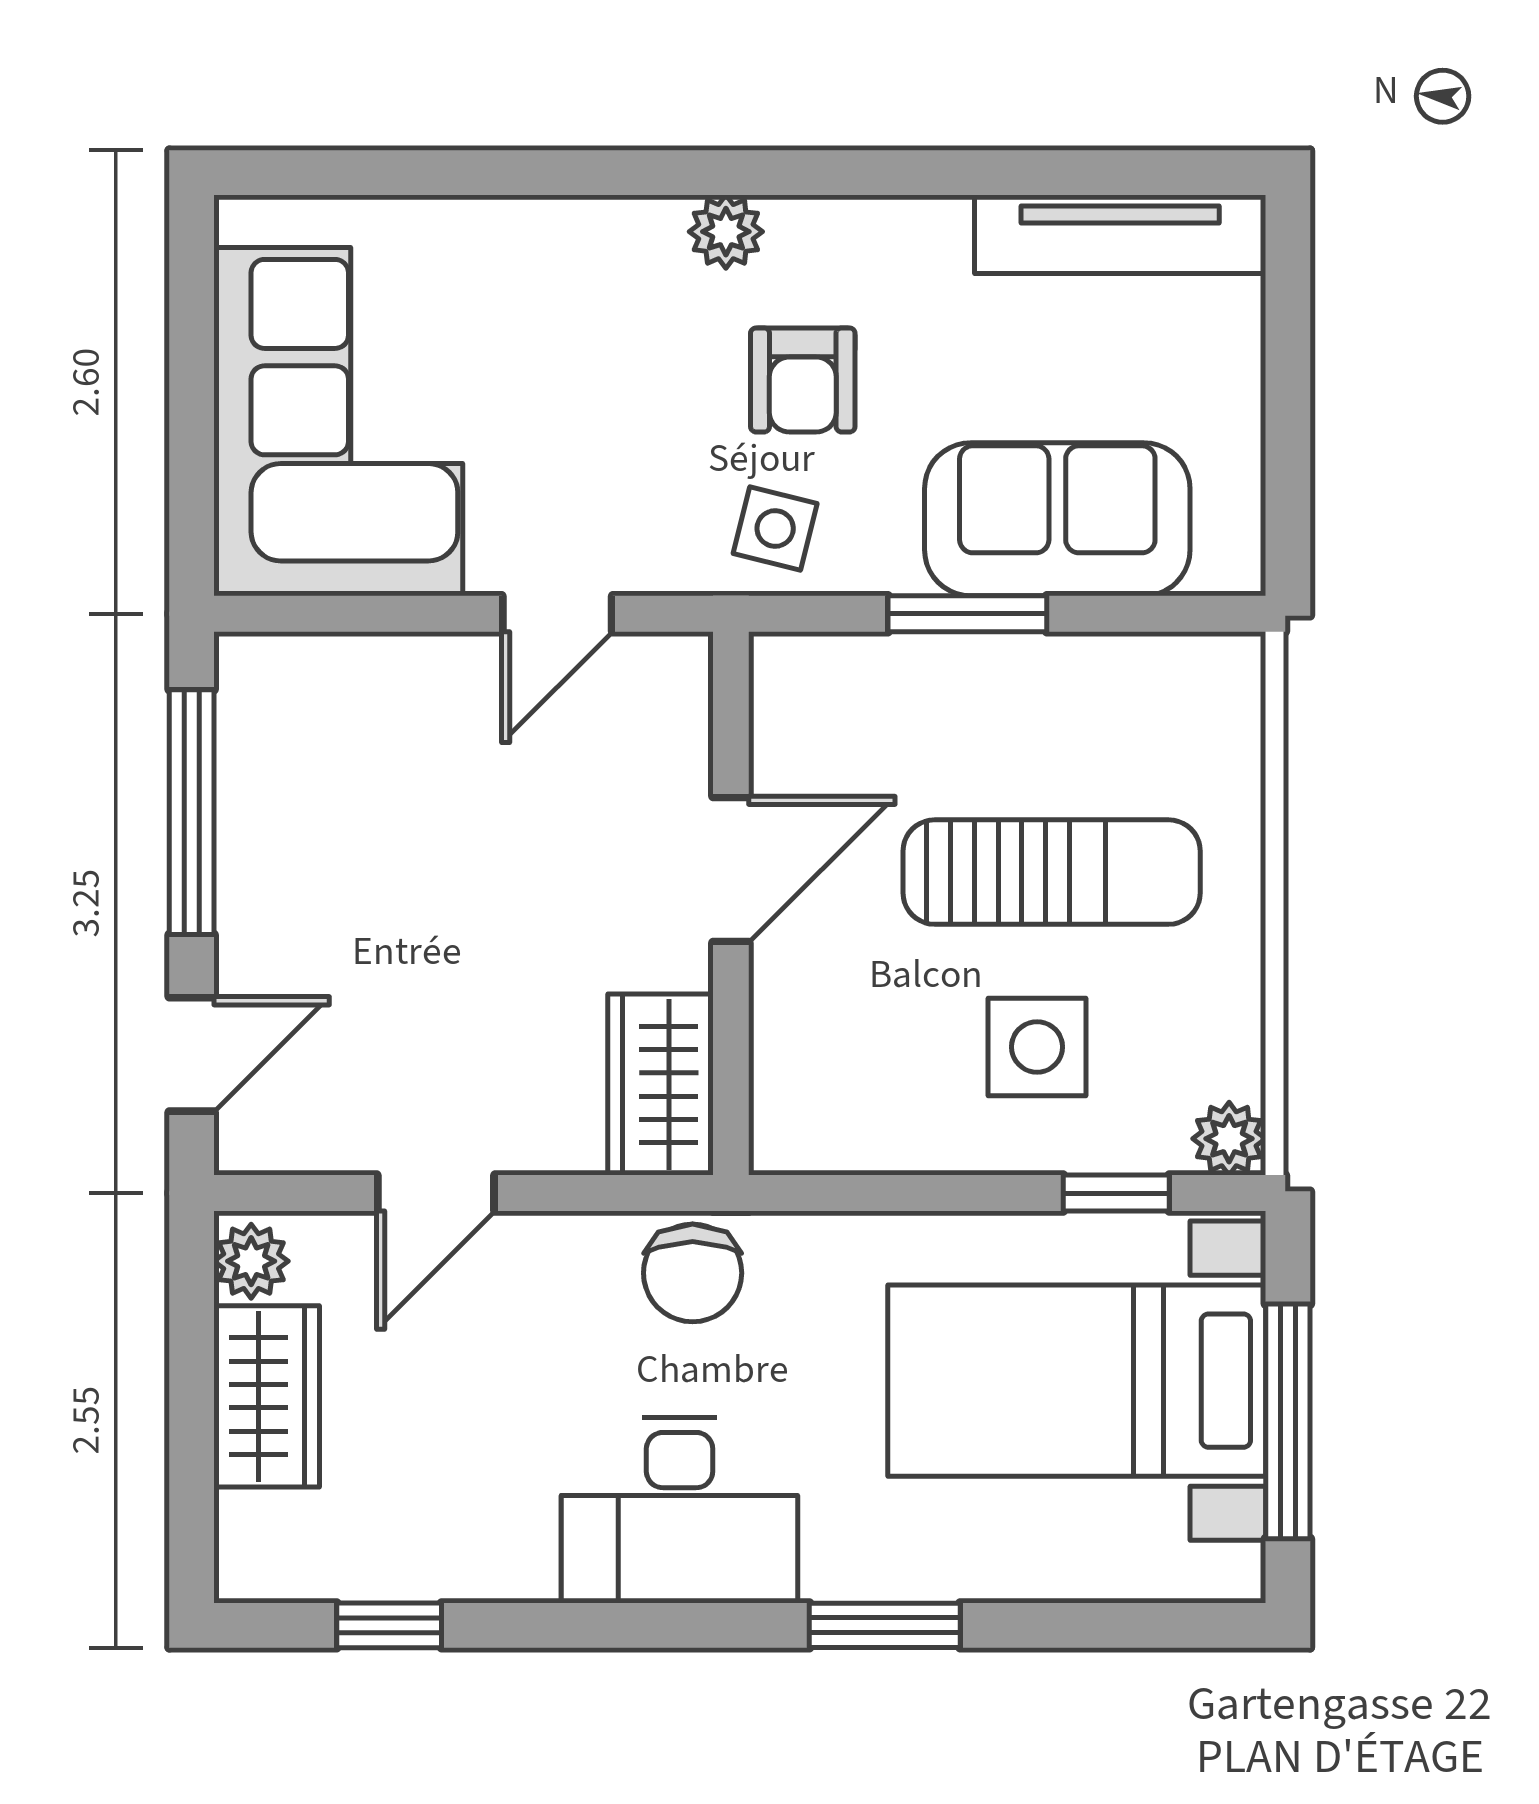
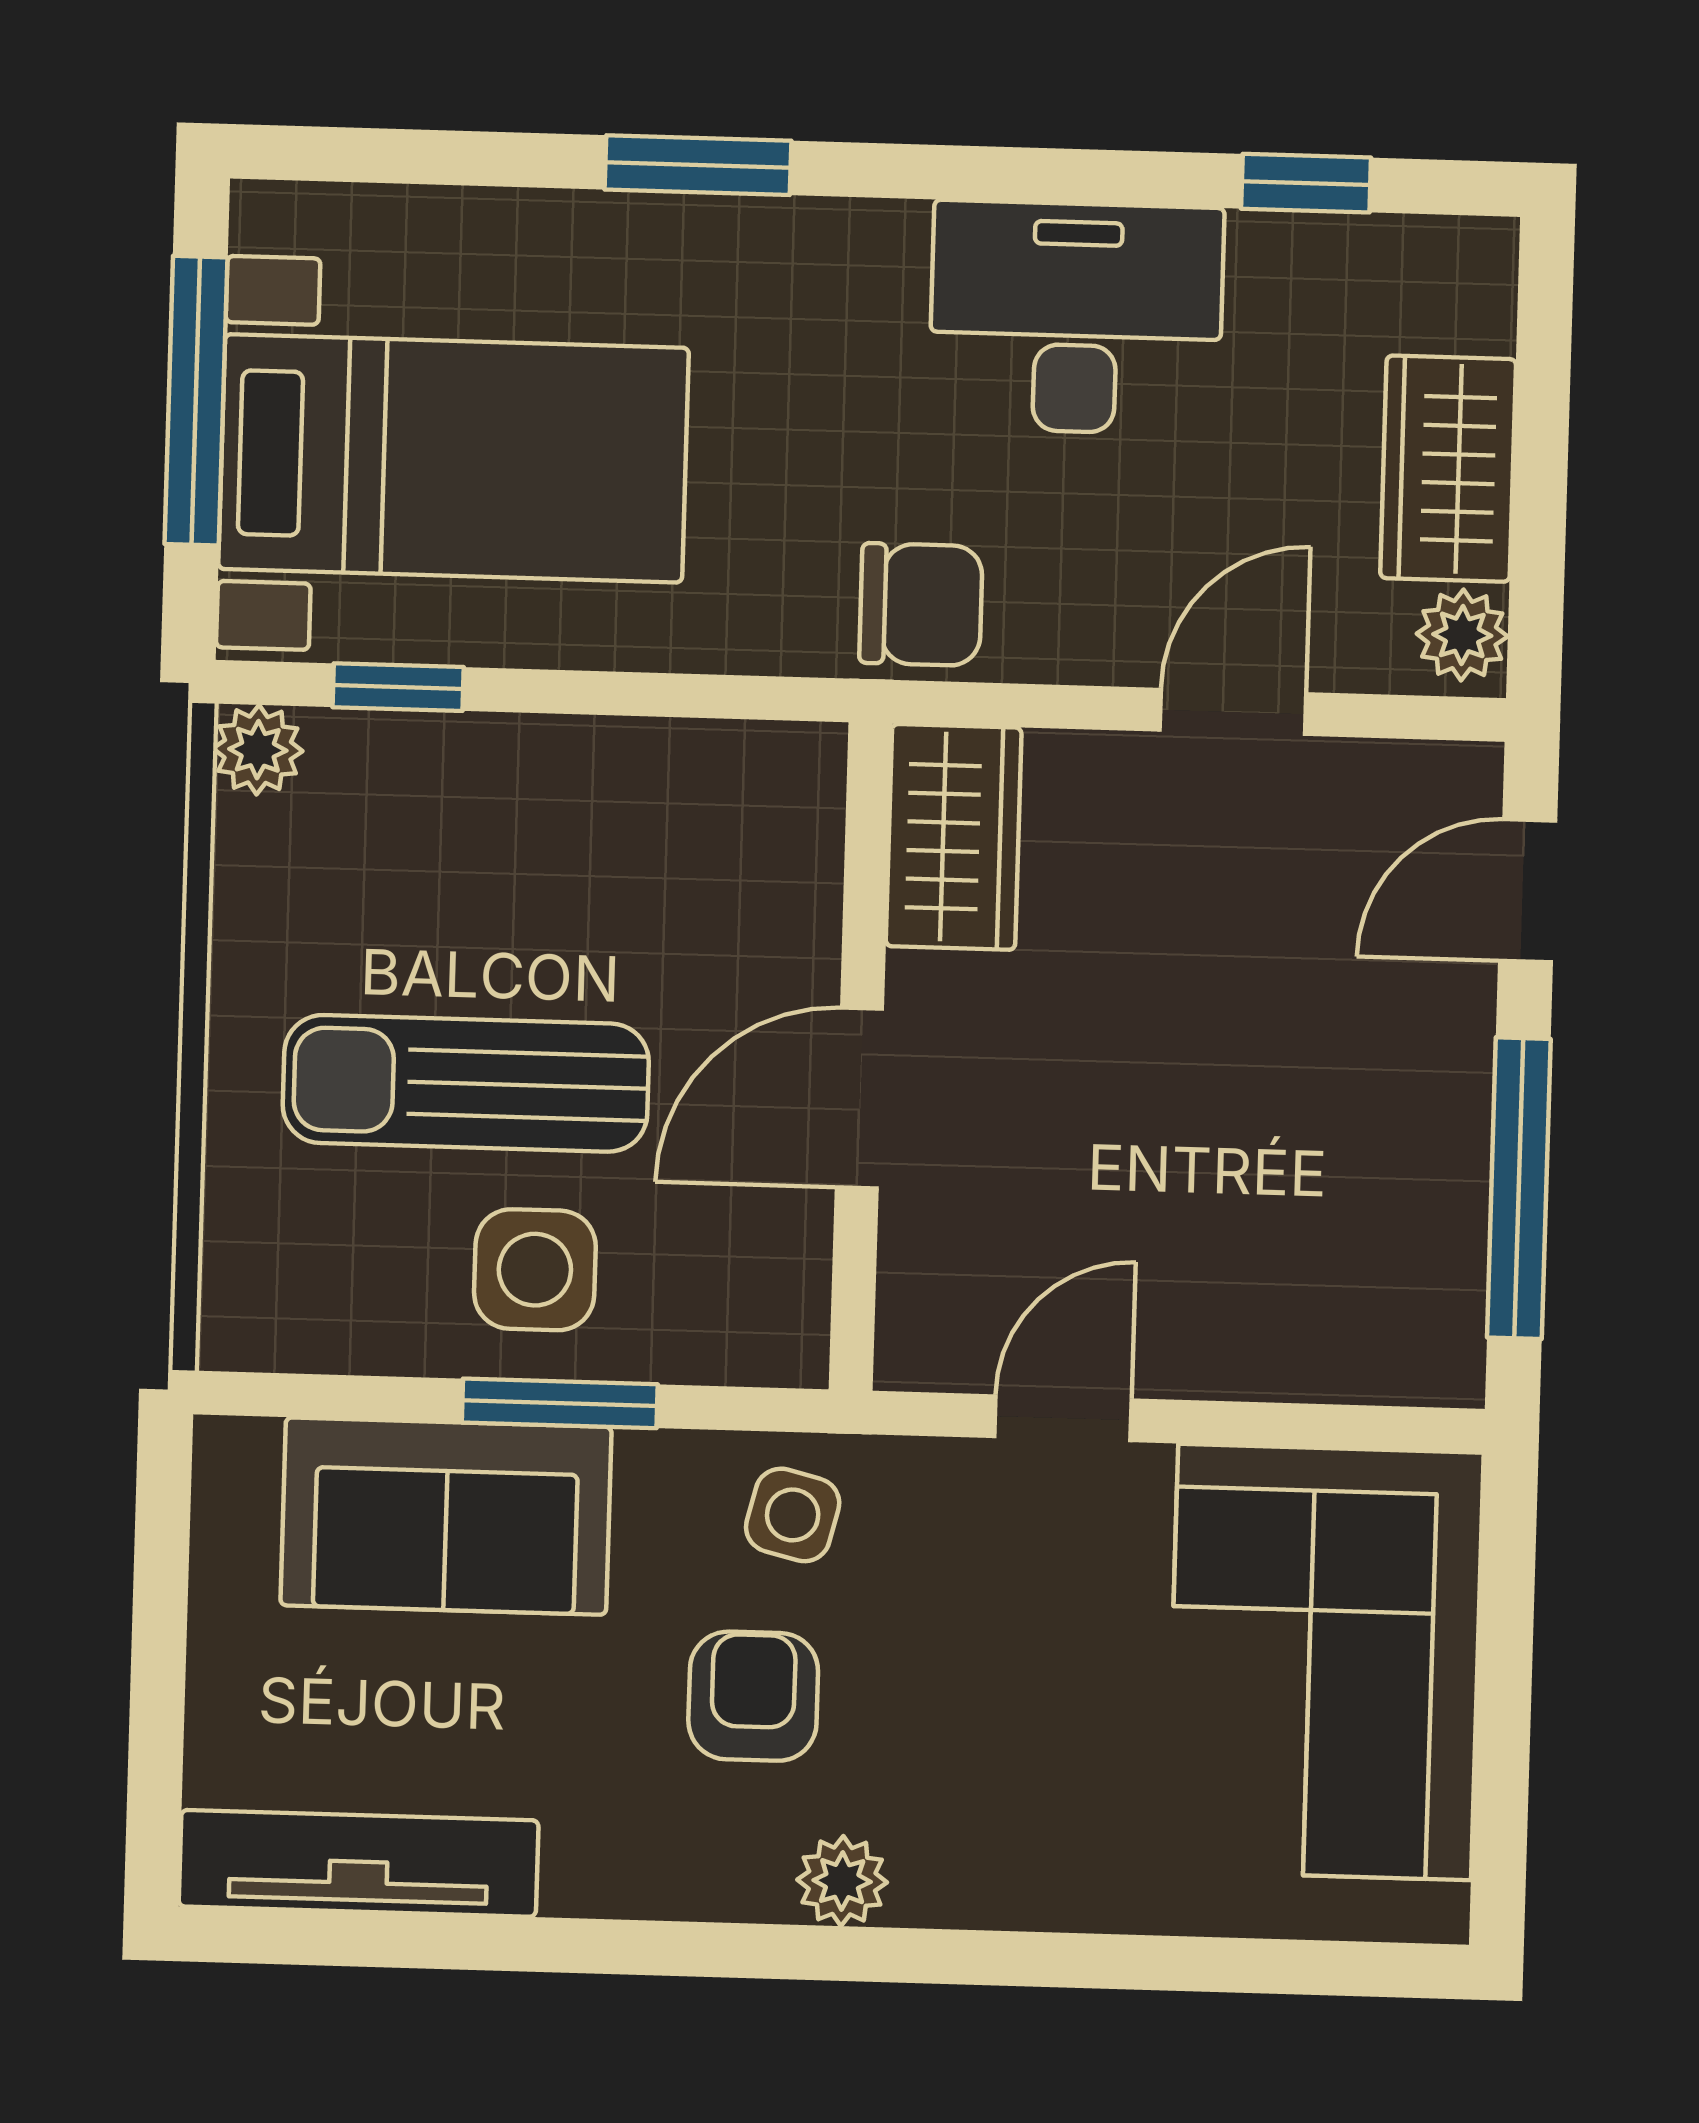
side table: (1037, 1047) -> (535, 1270), moved
chair: (693, 1273) -> (921, 605), turned 90
desk: (680, 1510) -> (1076, 318), moved

